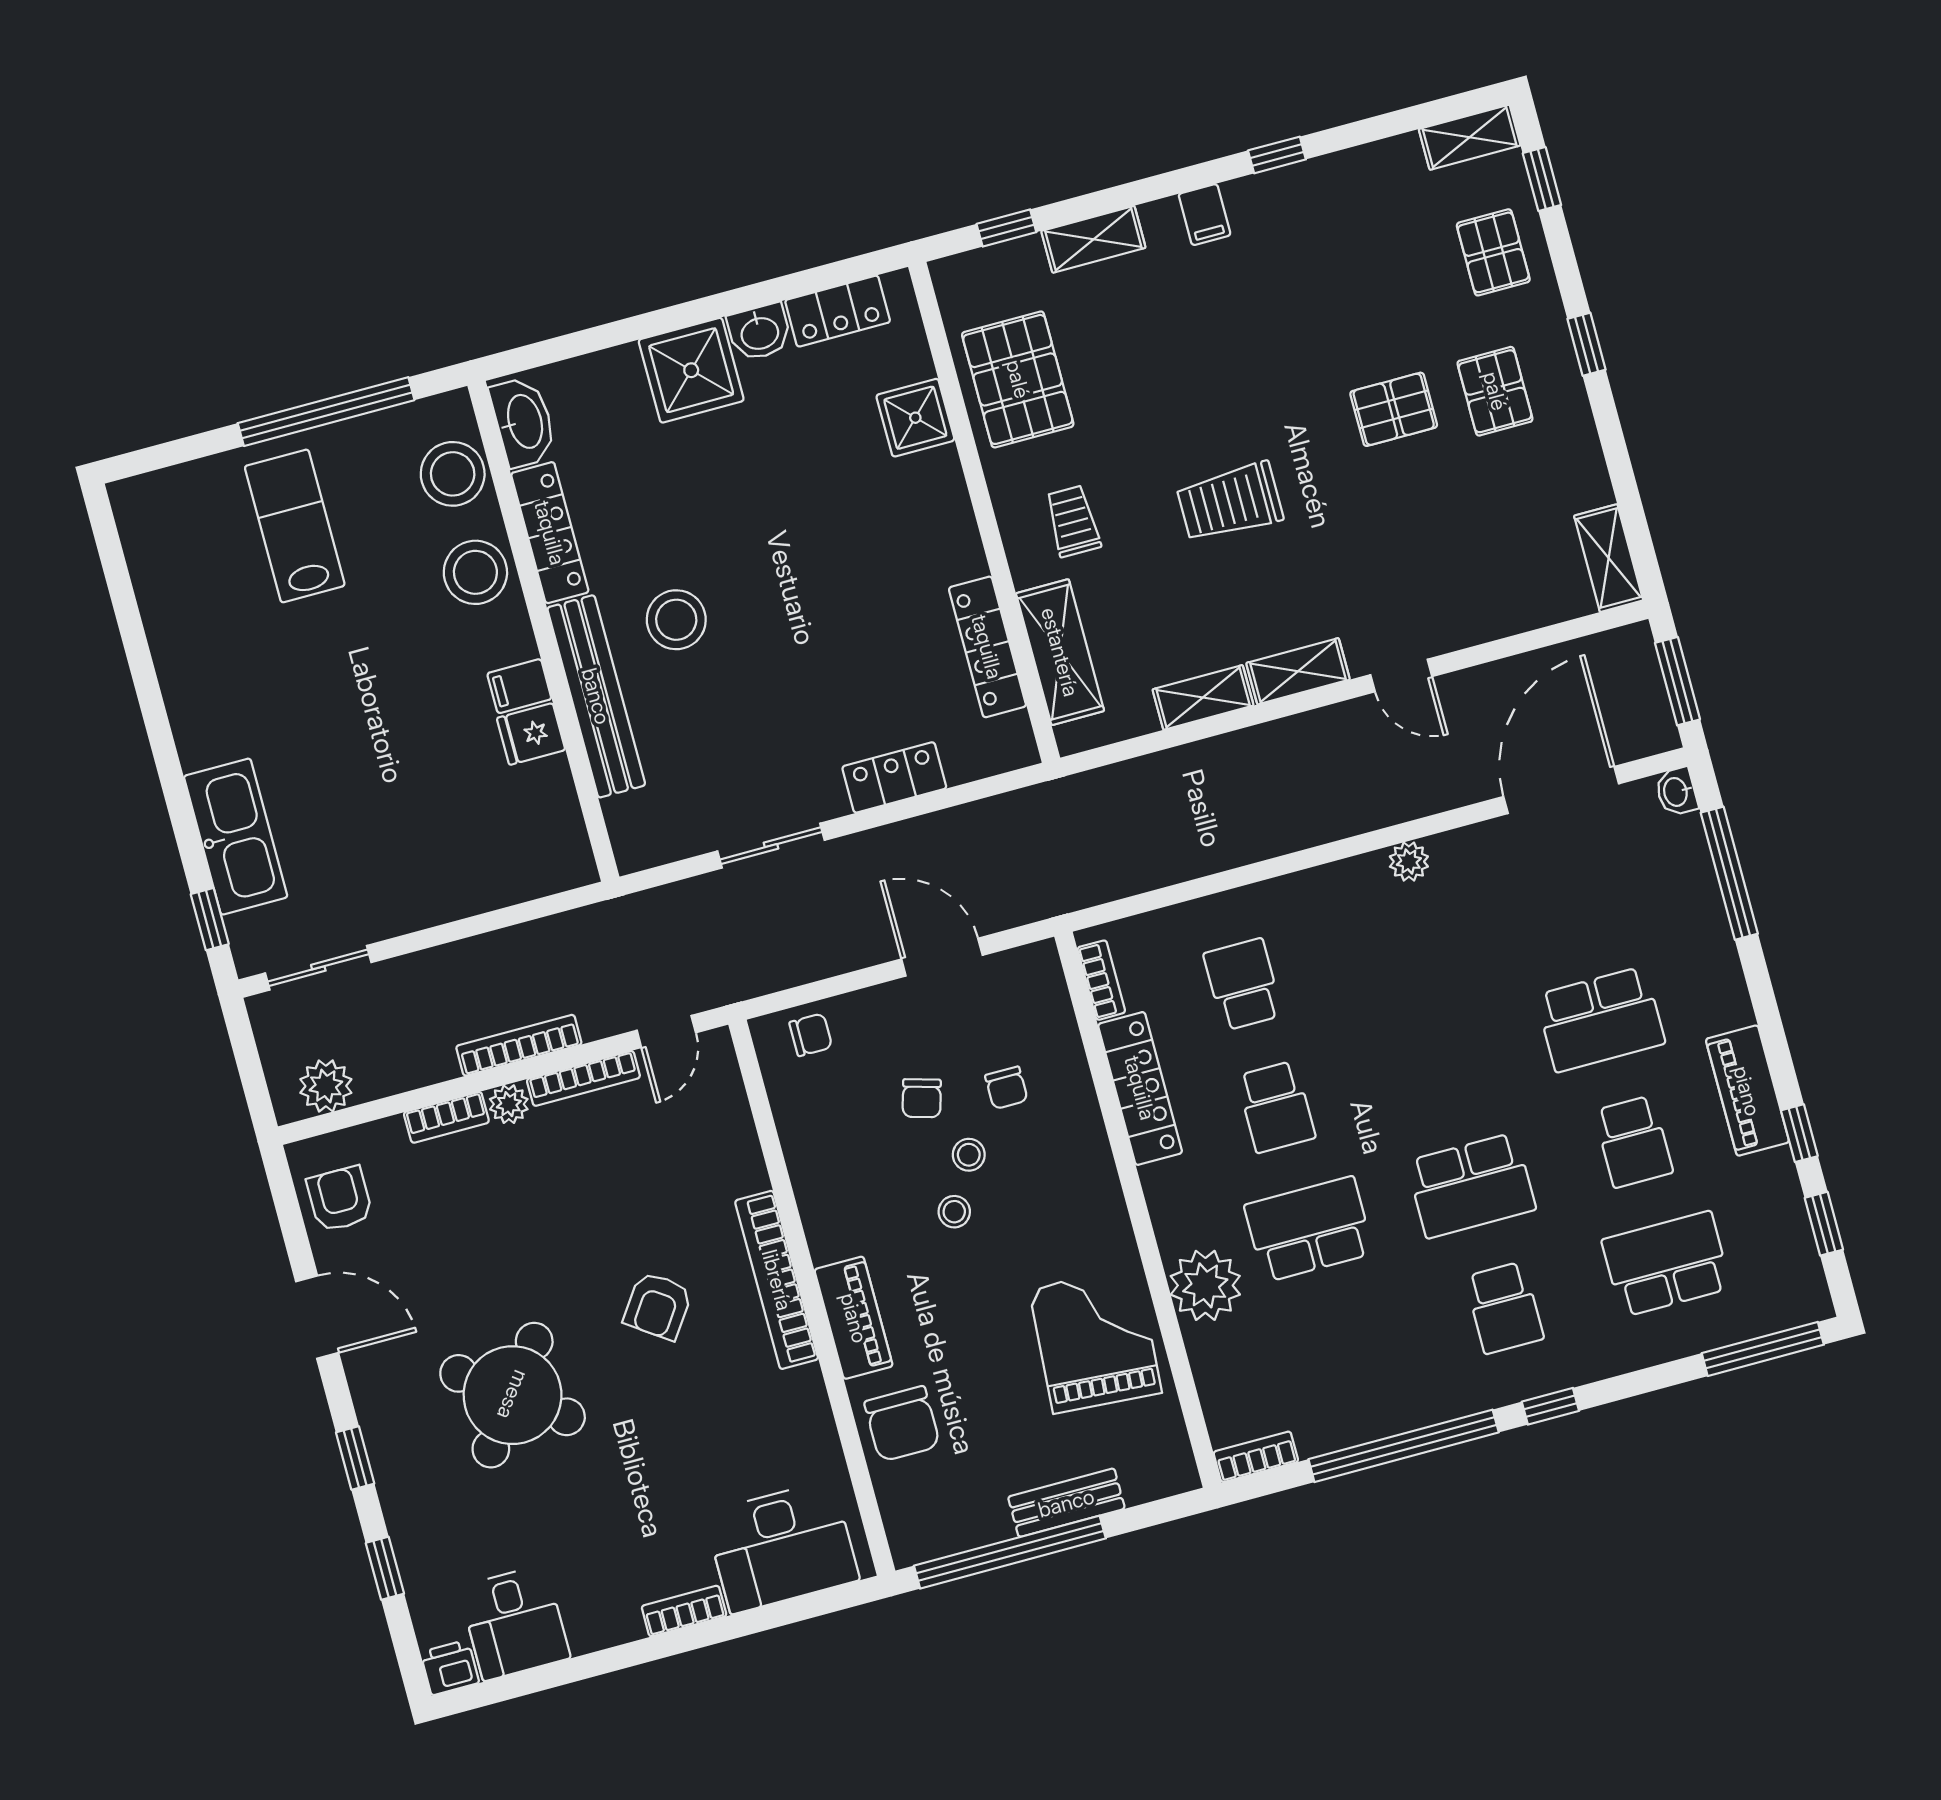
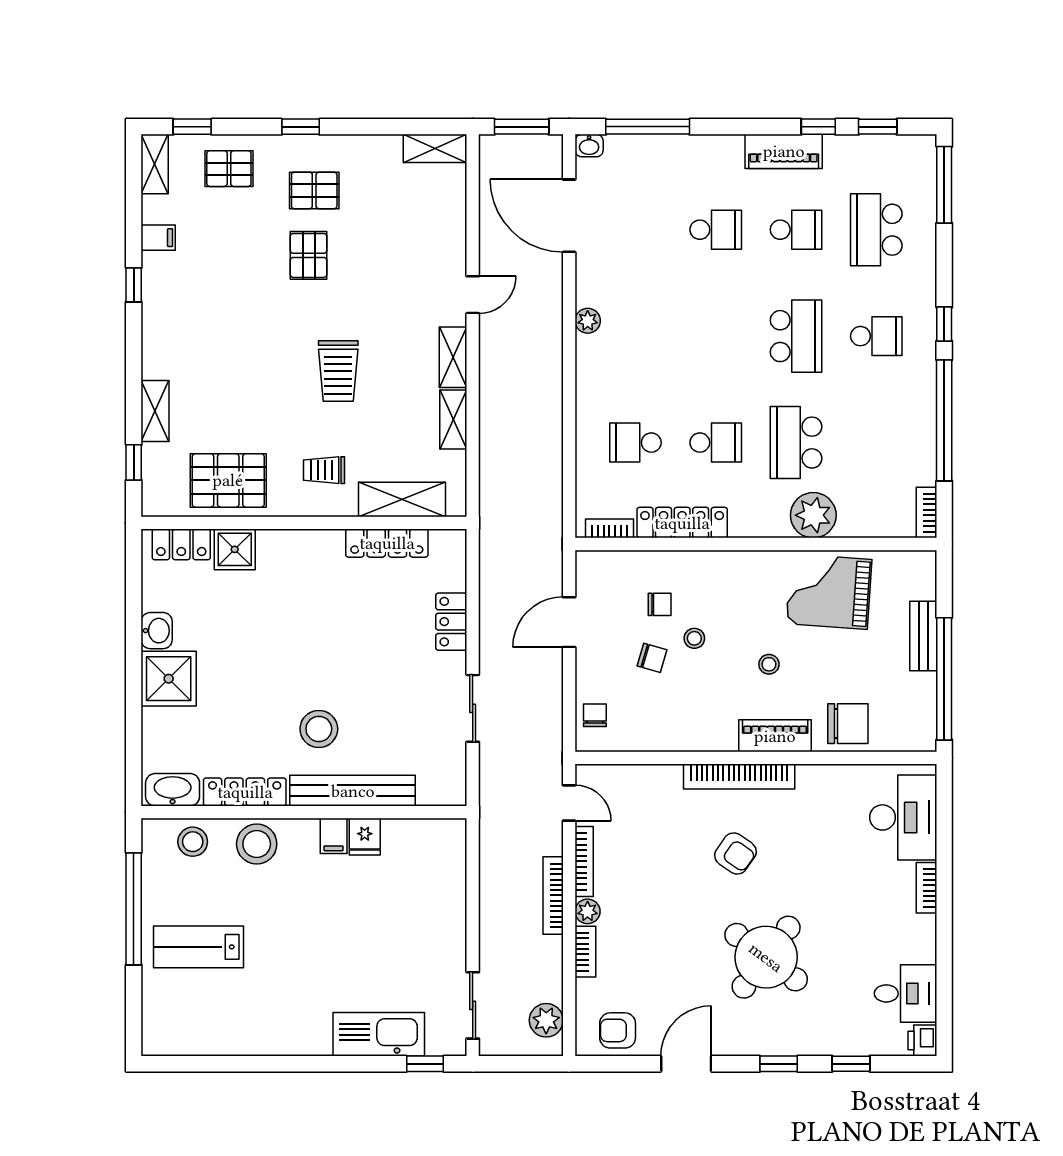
filing cabinet: (1205, 215) -> (158, 238), moved
locker: (838, 311) -> (181, 544), moved, turned 90
stool: (453, 474) -> (193, 842), width x0.73, depth x0.73
school desk: (1600, 1019) -> (716, 230), width x0.54
stool: (954, 1212) -> (769, 664), moved

